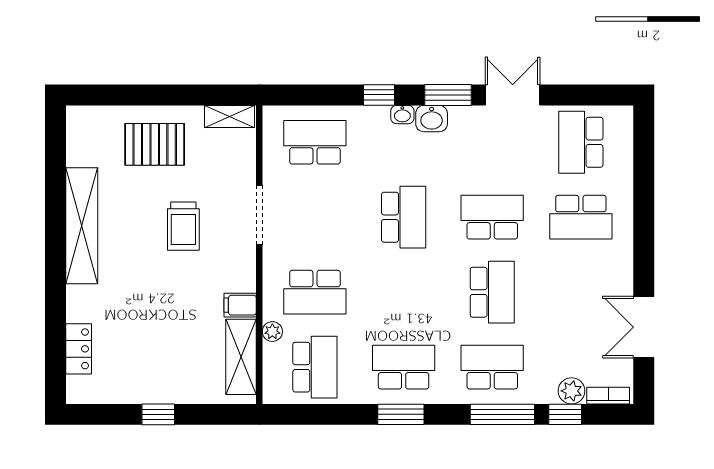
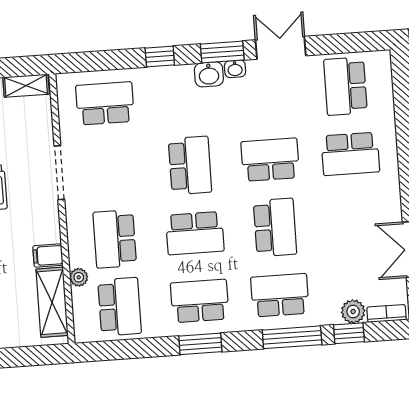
washbasin: (402, 115) -> (235, 69), moved
school desk: (315, 292) -> (115, 239), turned 90
school desk: (404, 292) -> (195, 233), added

